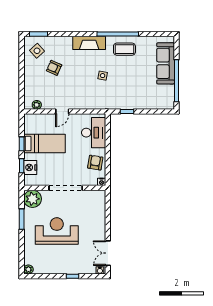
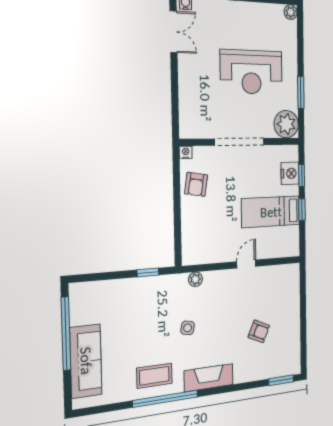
side table: (37, 51) -> (283, 354), removed
plant: (37, 105) -> (195, 279), moved
desk: (94, 133) -> (199, 233), removed

